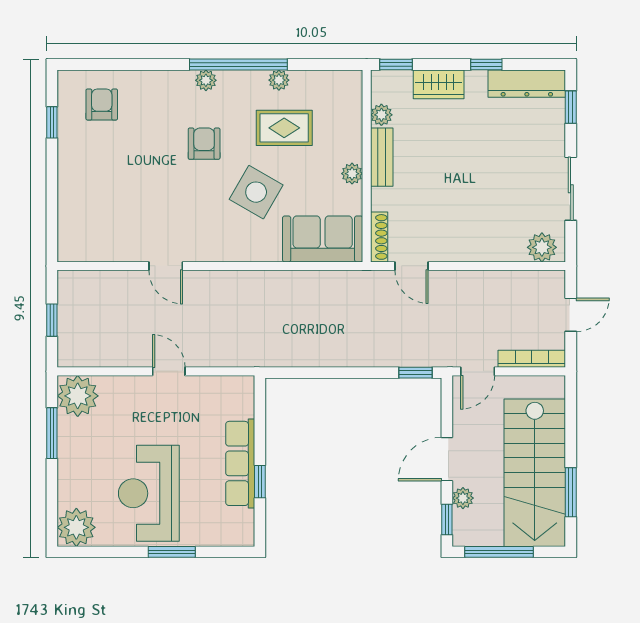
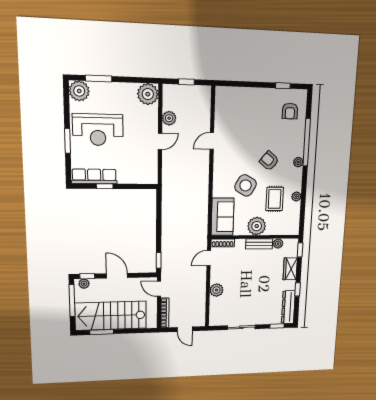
window: (238, 65) -> (307, 142), moved
armchair: (102, 105) -> (290, 111), turned 90
armchair: (204, 144) -> (269, 161), turned -141
plant: (352, 174) -> (257, 226), width x1.87, depth x1.87
plant: (542, 247) -> (216, 290), moved
plant: (123, 354) -> (169, 118), added
window: (52, 433) -> (99, 79), moved
row of seats: (240, 463) -> (94, 176), moved
reception desk: (149, 493) -> (98, 130), turned 180
plant: (463, 498) -> (84, 284), moved

